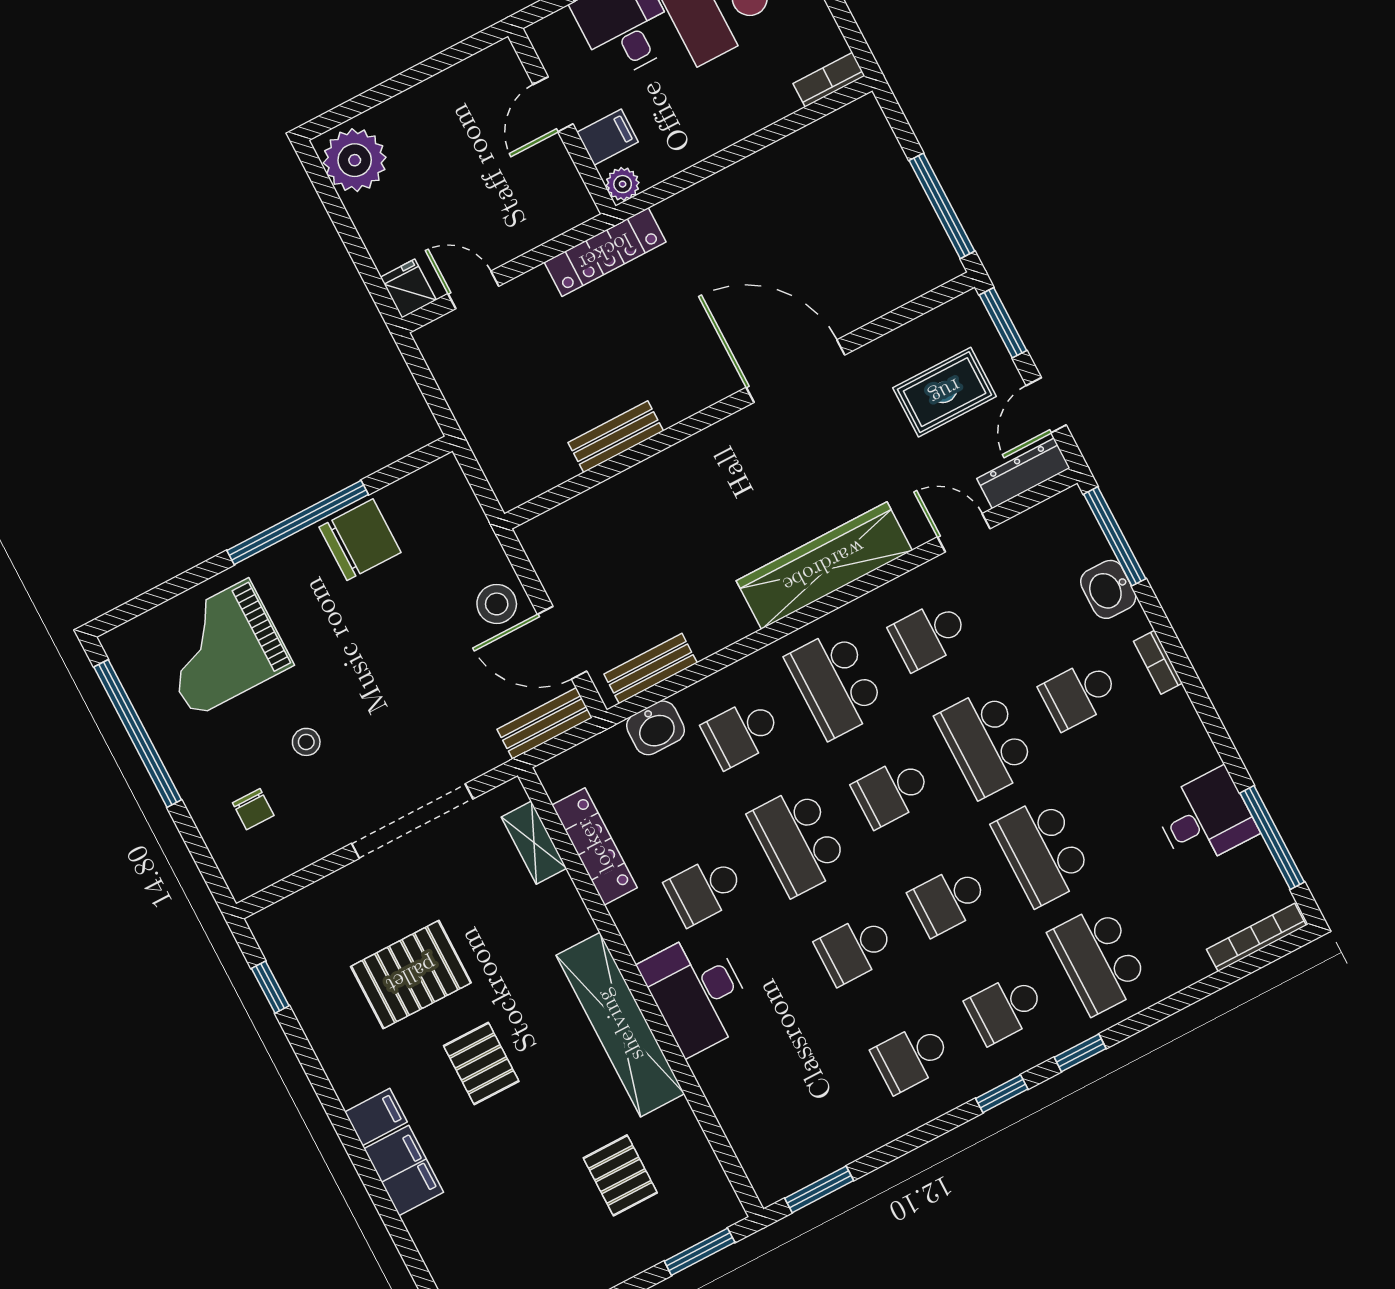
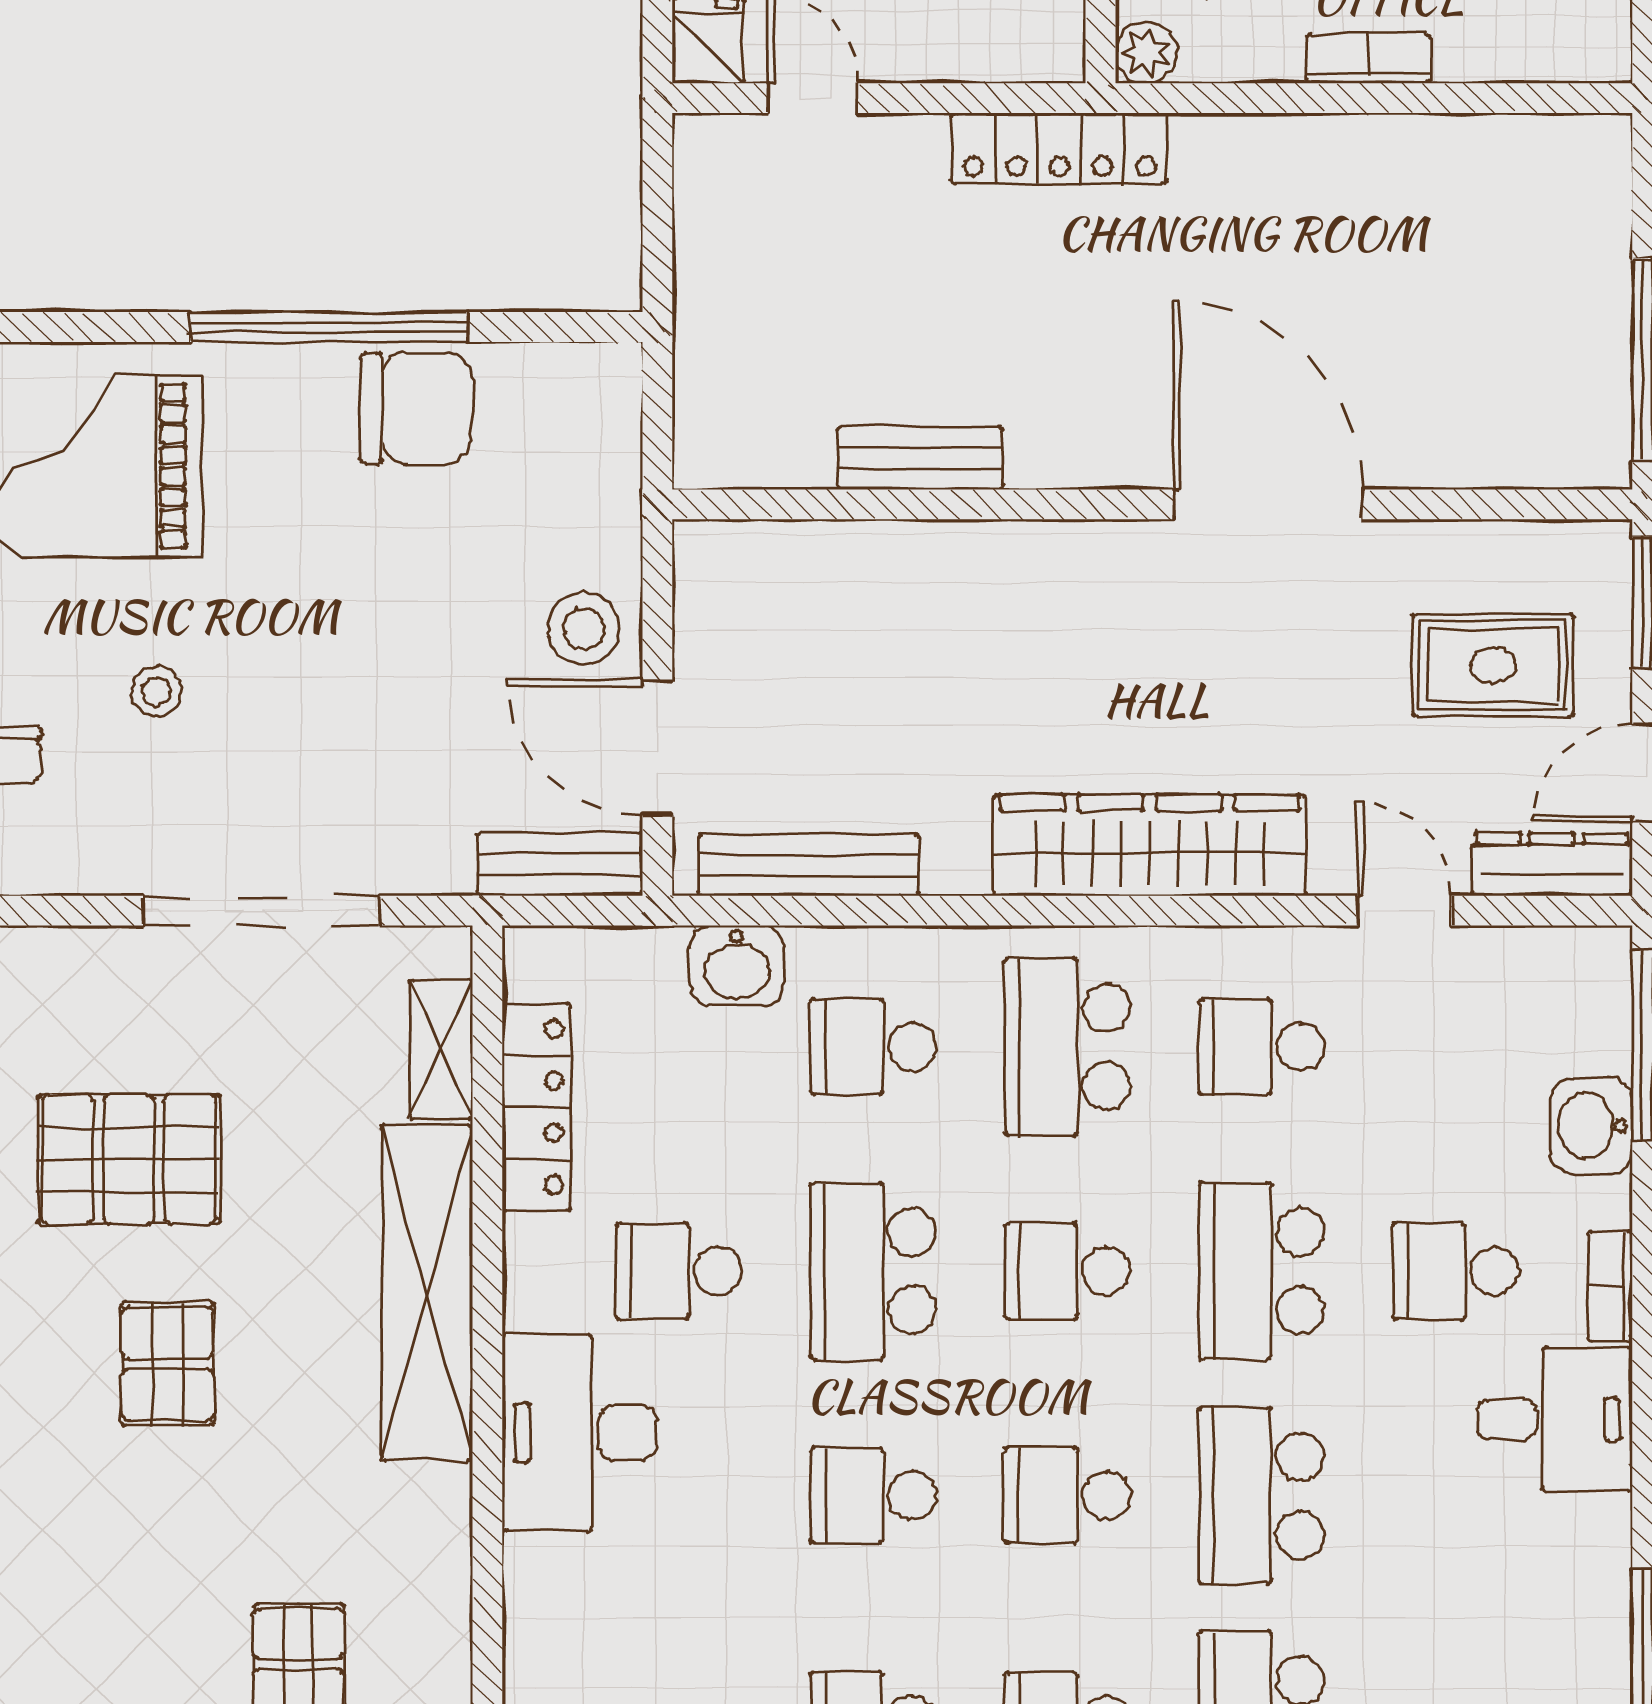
bookcase: (829, 80) -> (1369, 59), moved
bench: (651, 668) -> (809, 865), width x1.36
desk: (1205, 818) -> (1555, 1419), moved
shelving: (620, 1025) -> (427, 1293), moved

